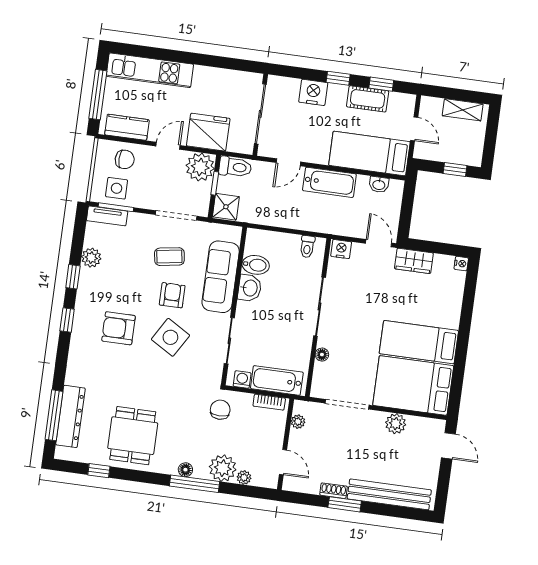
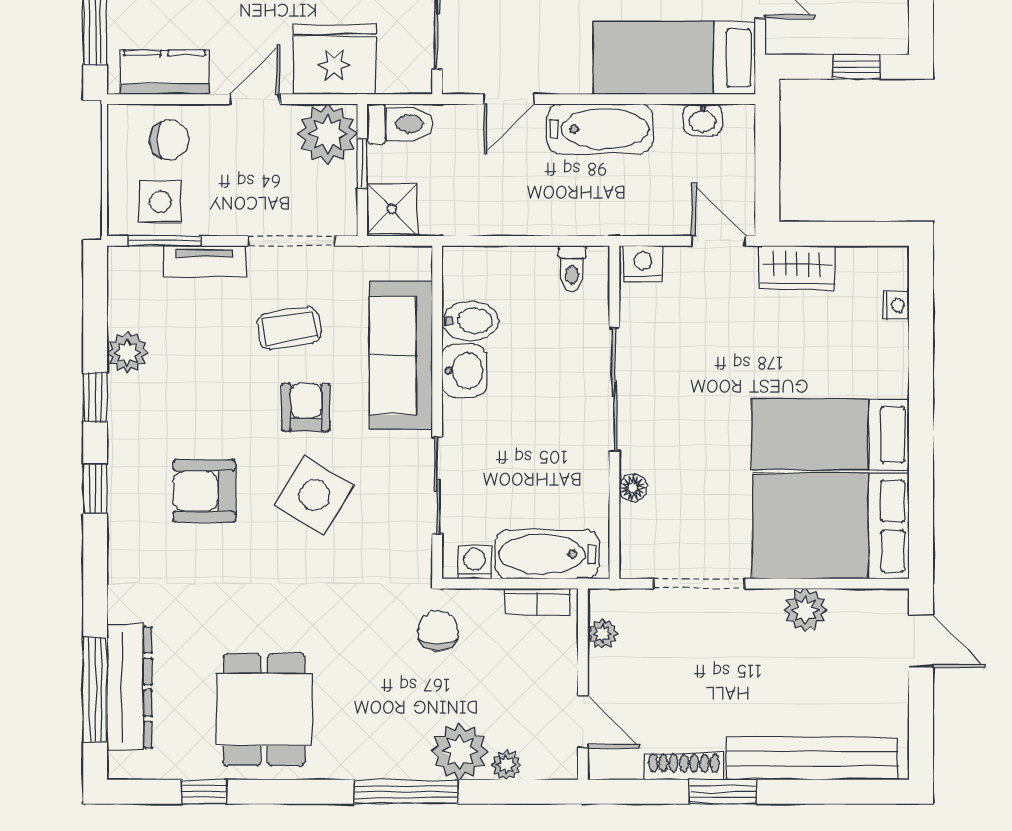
tv unit: (107, 216) -> (205, 262), moved
nightstand: (461, 264) -> (896, 305), moved
floor lamp: (185, 470) -> (383, 765), removed
shoe rack: (334, 491) -> (684, 767), width x1.43

